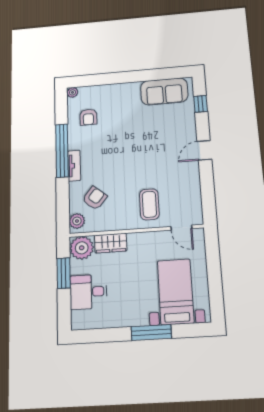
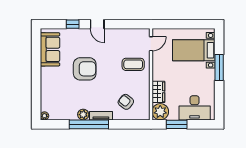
window: (201, 104) -> (73, 24), moved
armchair: (88, 117) -> (85, 69), moved, width x1.88, depth x1.88
plant: (77, 221) -> (83, 115), moved
desk: (88, 292) -> (195, 108), width x1.37

